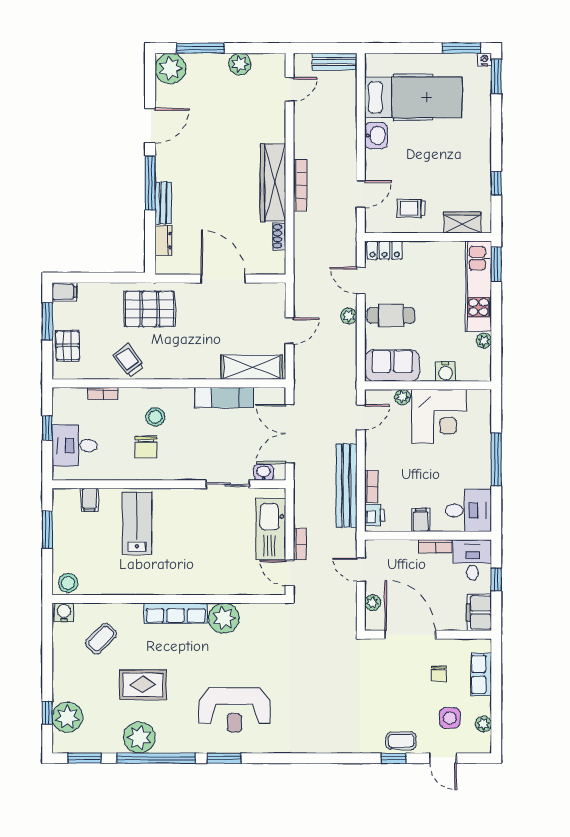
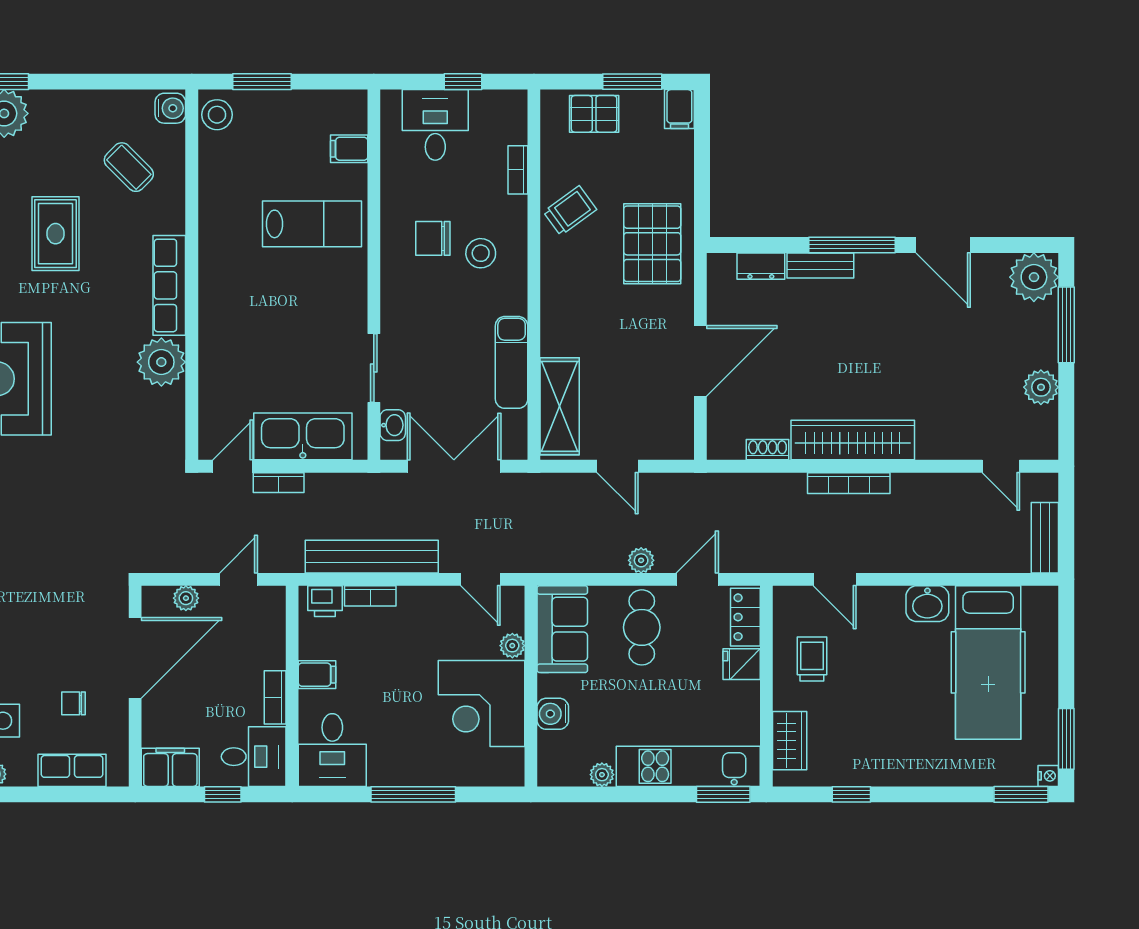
fridge: (414, 253) -> (742, 664), added
window: (47, 530) -> (262, 82), moved

